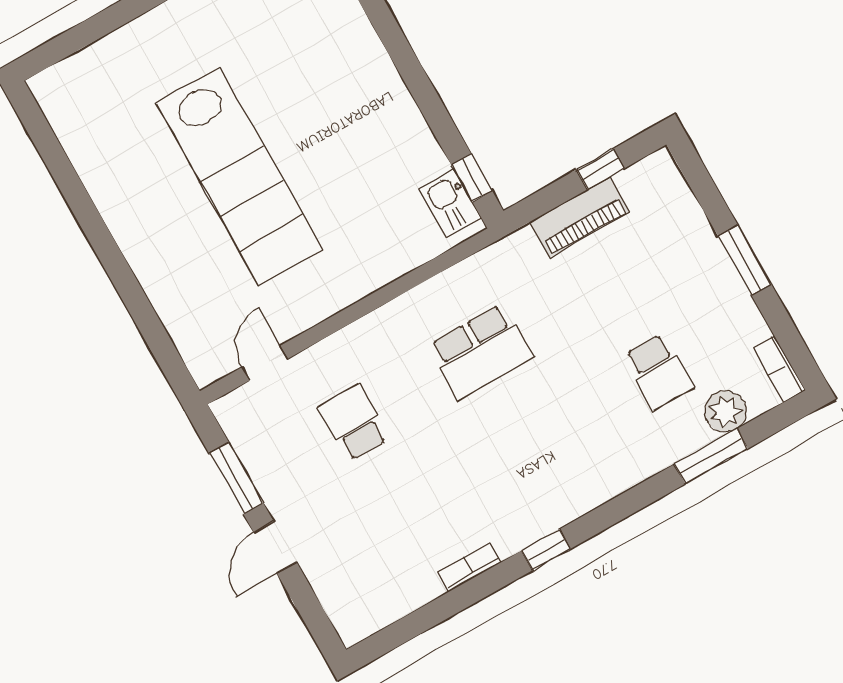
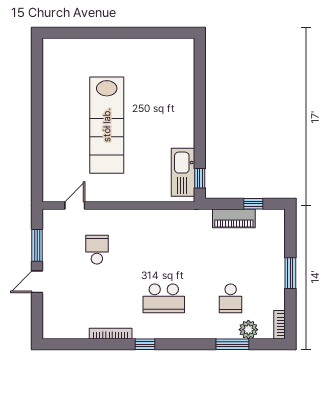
kitchen sink: (450, 203) -> (183, 172), width x1.88, depth x1.24
school desk: (480, 351) -> (164, 298), moved
bookcase: (470, 567) -> (111, 334), width x1.56

